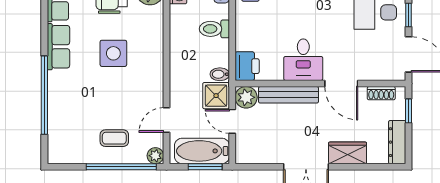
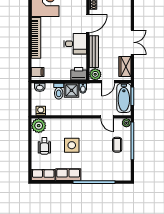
shower: (216, 96) -> (71, 90), moved
wardrobe: (348, 153) -> (125, 66), moved

